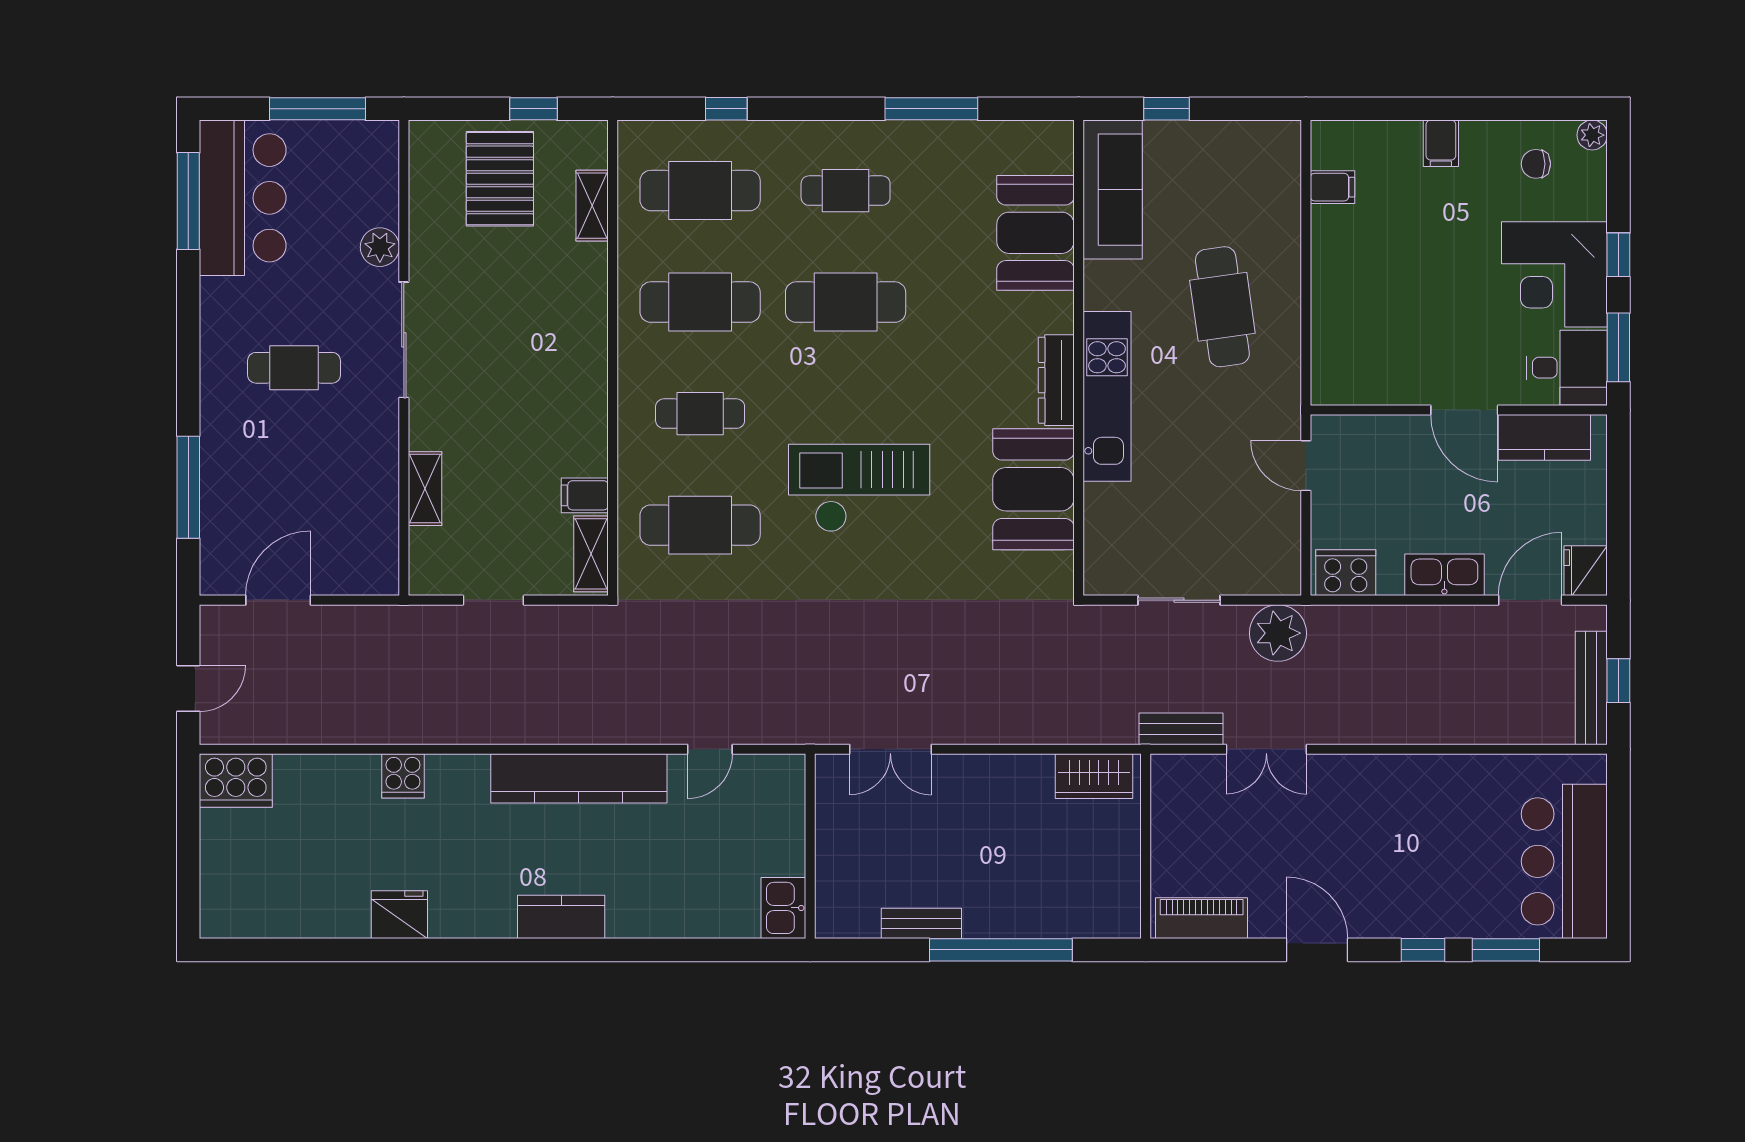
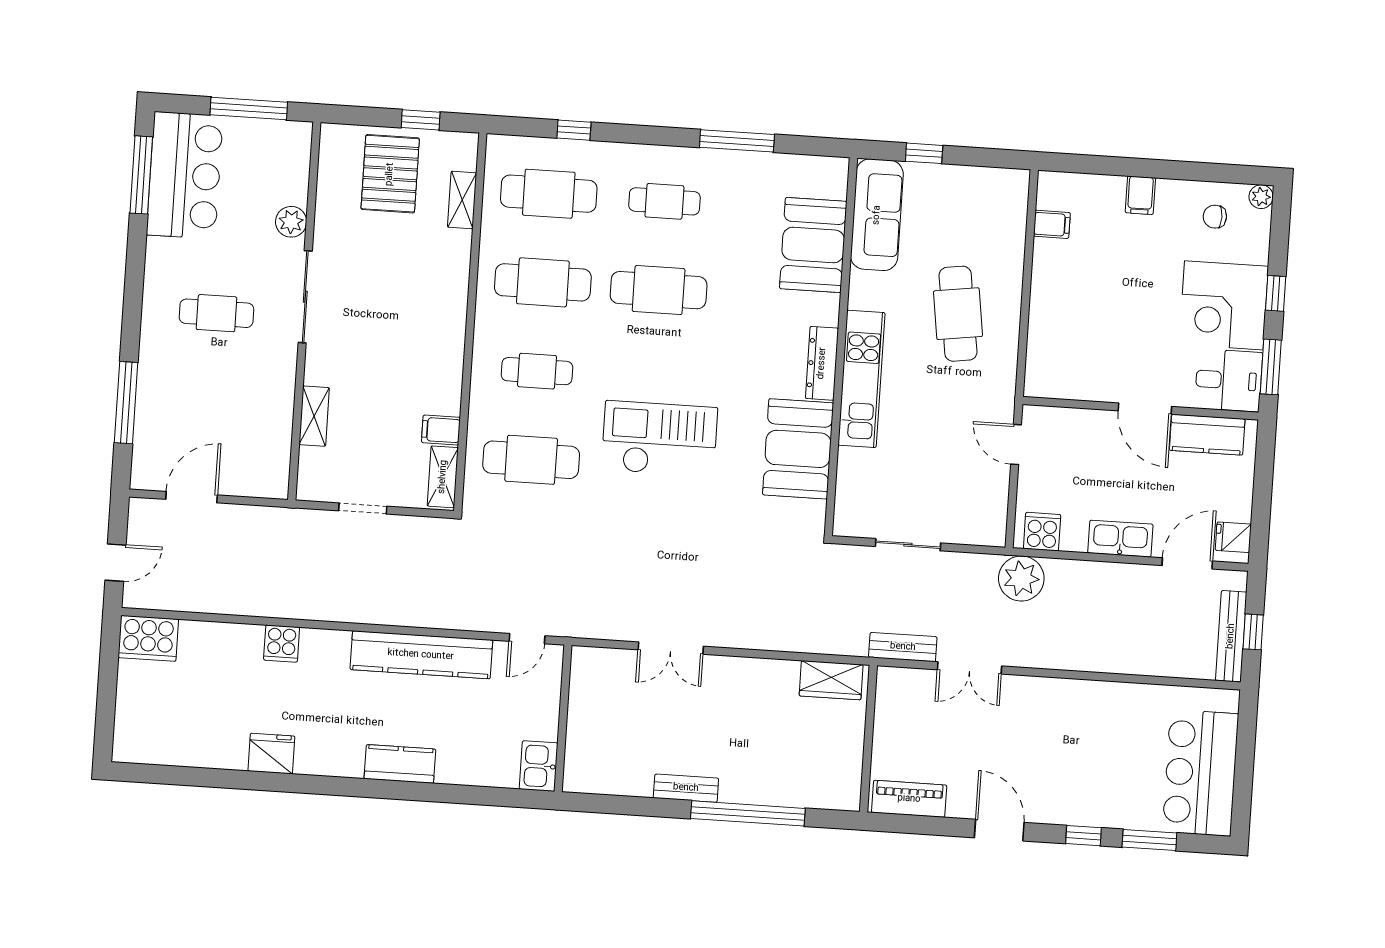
fridge: (1586, 571) -> (1233, 537), width x0.72
cooker: (1346, 573) -> (1042, 532), width x0.73
plant: (1278, 633) -> (1021, 579), moved
wall: (810, 846) -> (563, 718), moved
kitchen sink: (783, 908) -> (539, 766), moved

